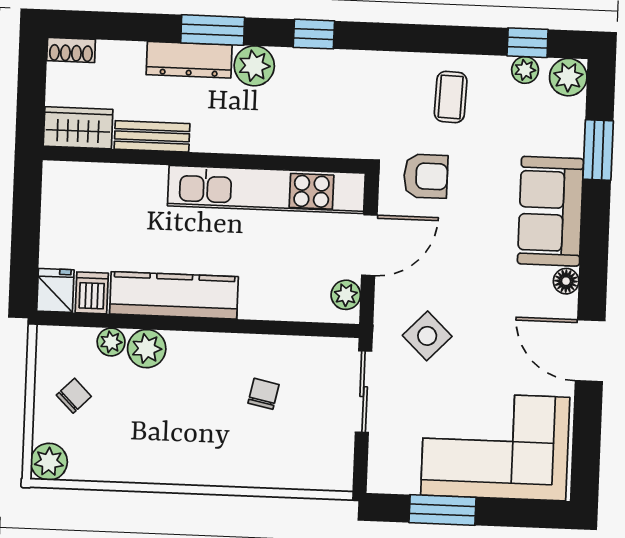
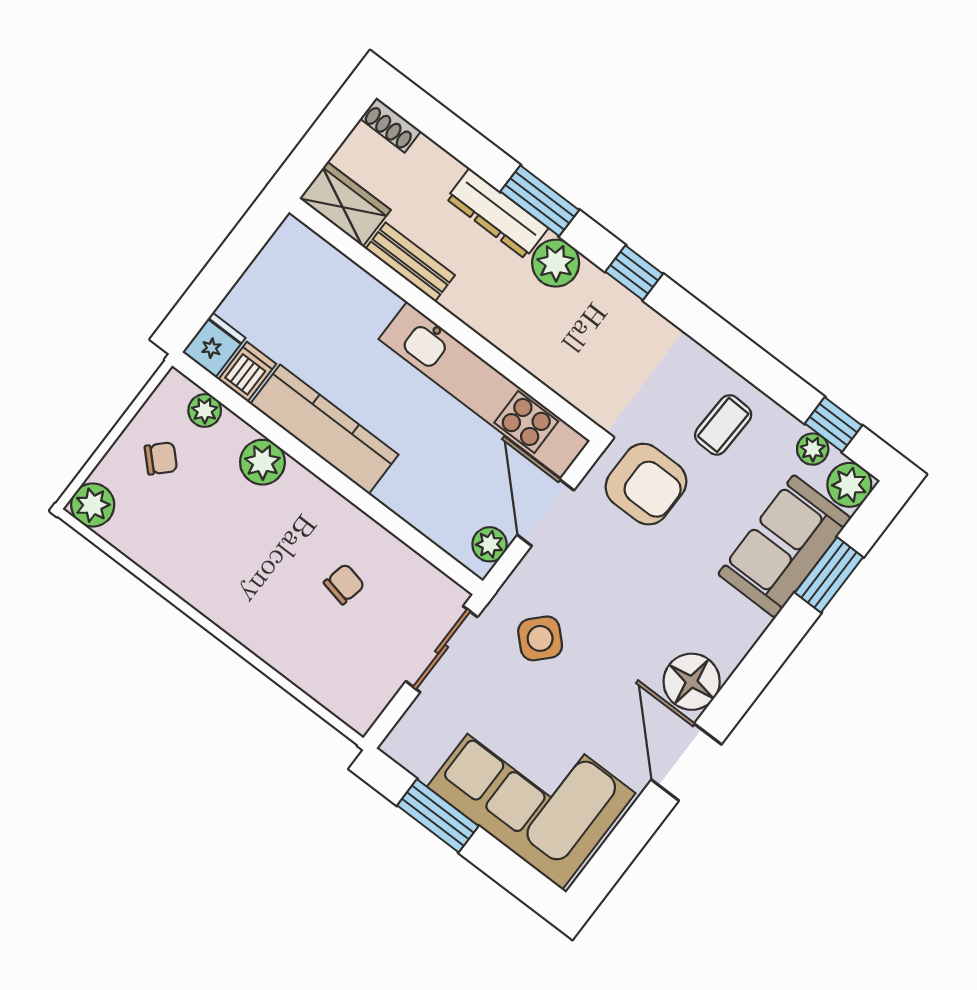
armchair: (426, 176) -> (646, 484), width x1.38, depth x1.38
sofa: (550, 211) -> (784, 546), moved
door: (369, 245) -> (546, 513), swing flipped
floor lamp: (566, 281) -> (692, 682), width x1.89, depth x1.89
plant: (111, 342) -> (205, 410), moved

